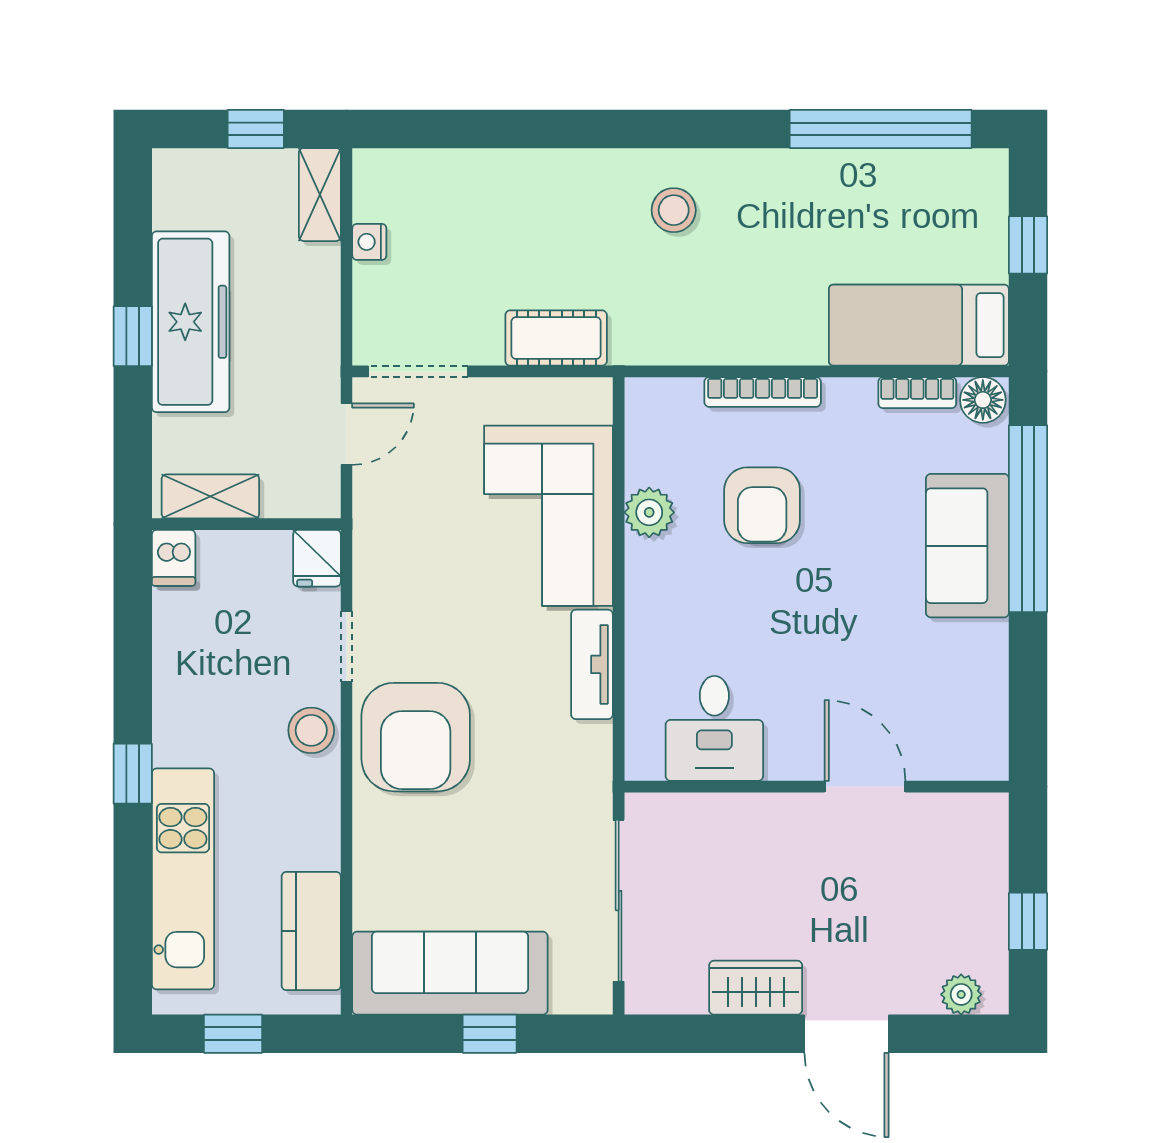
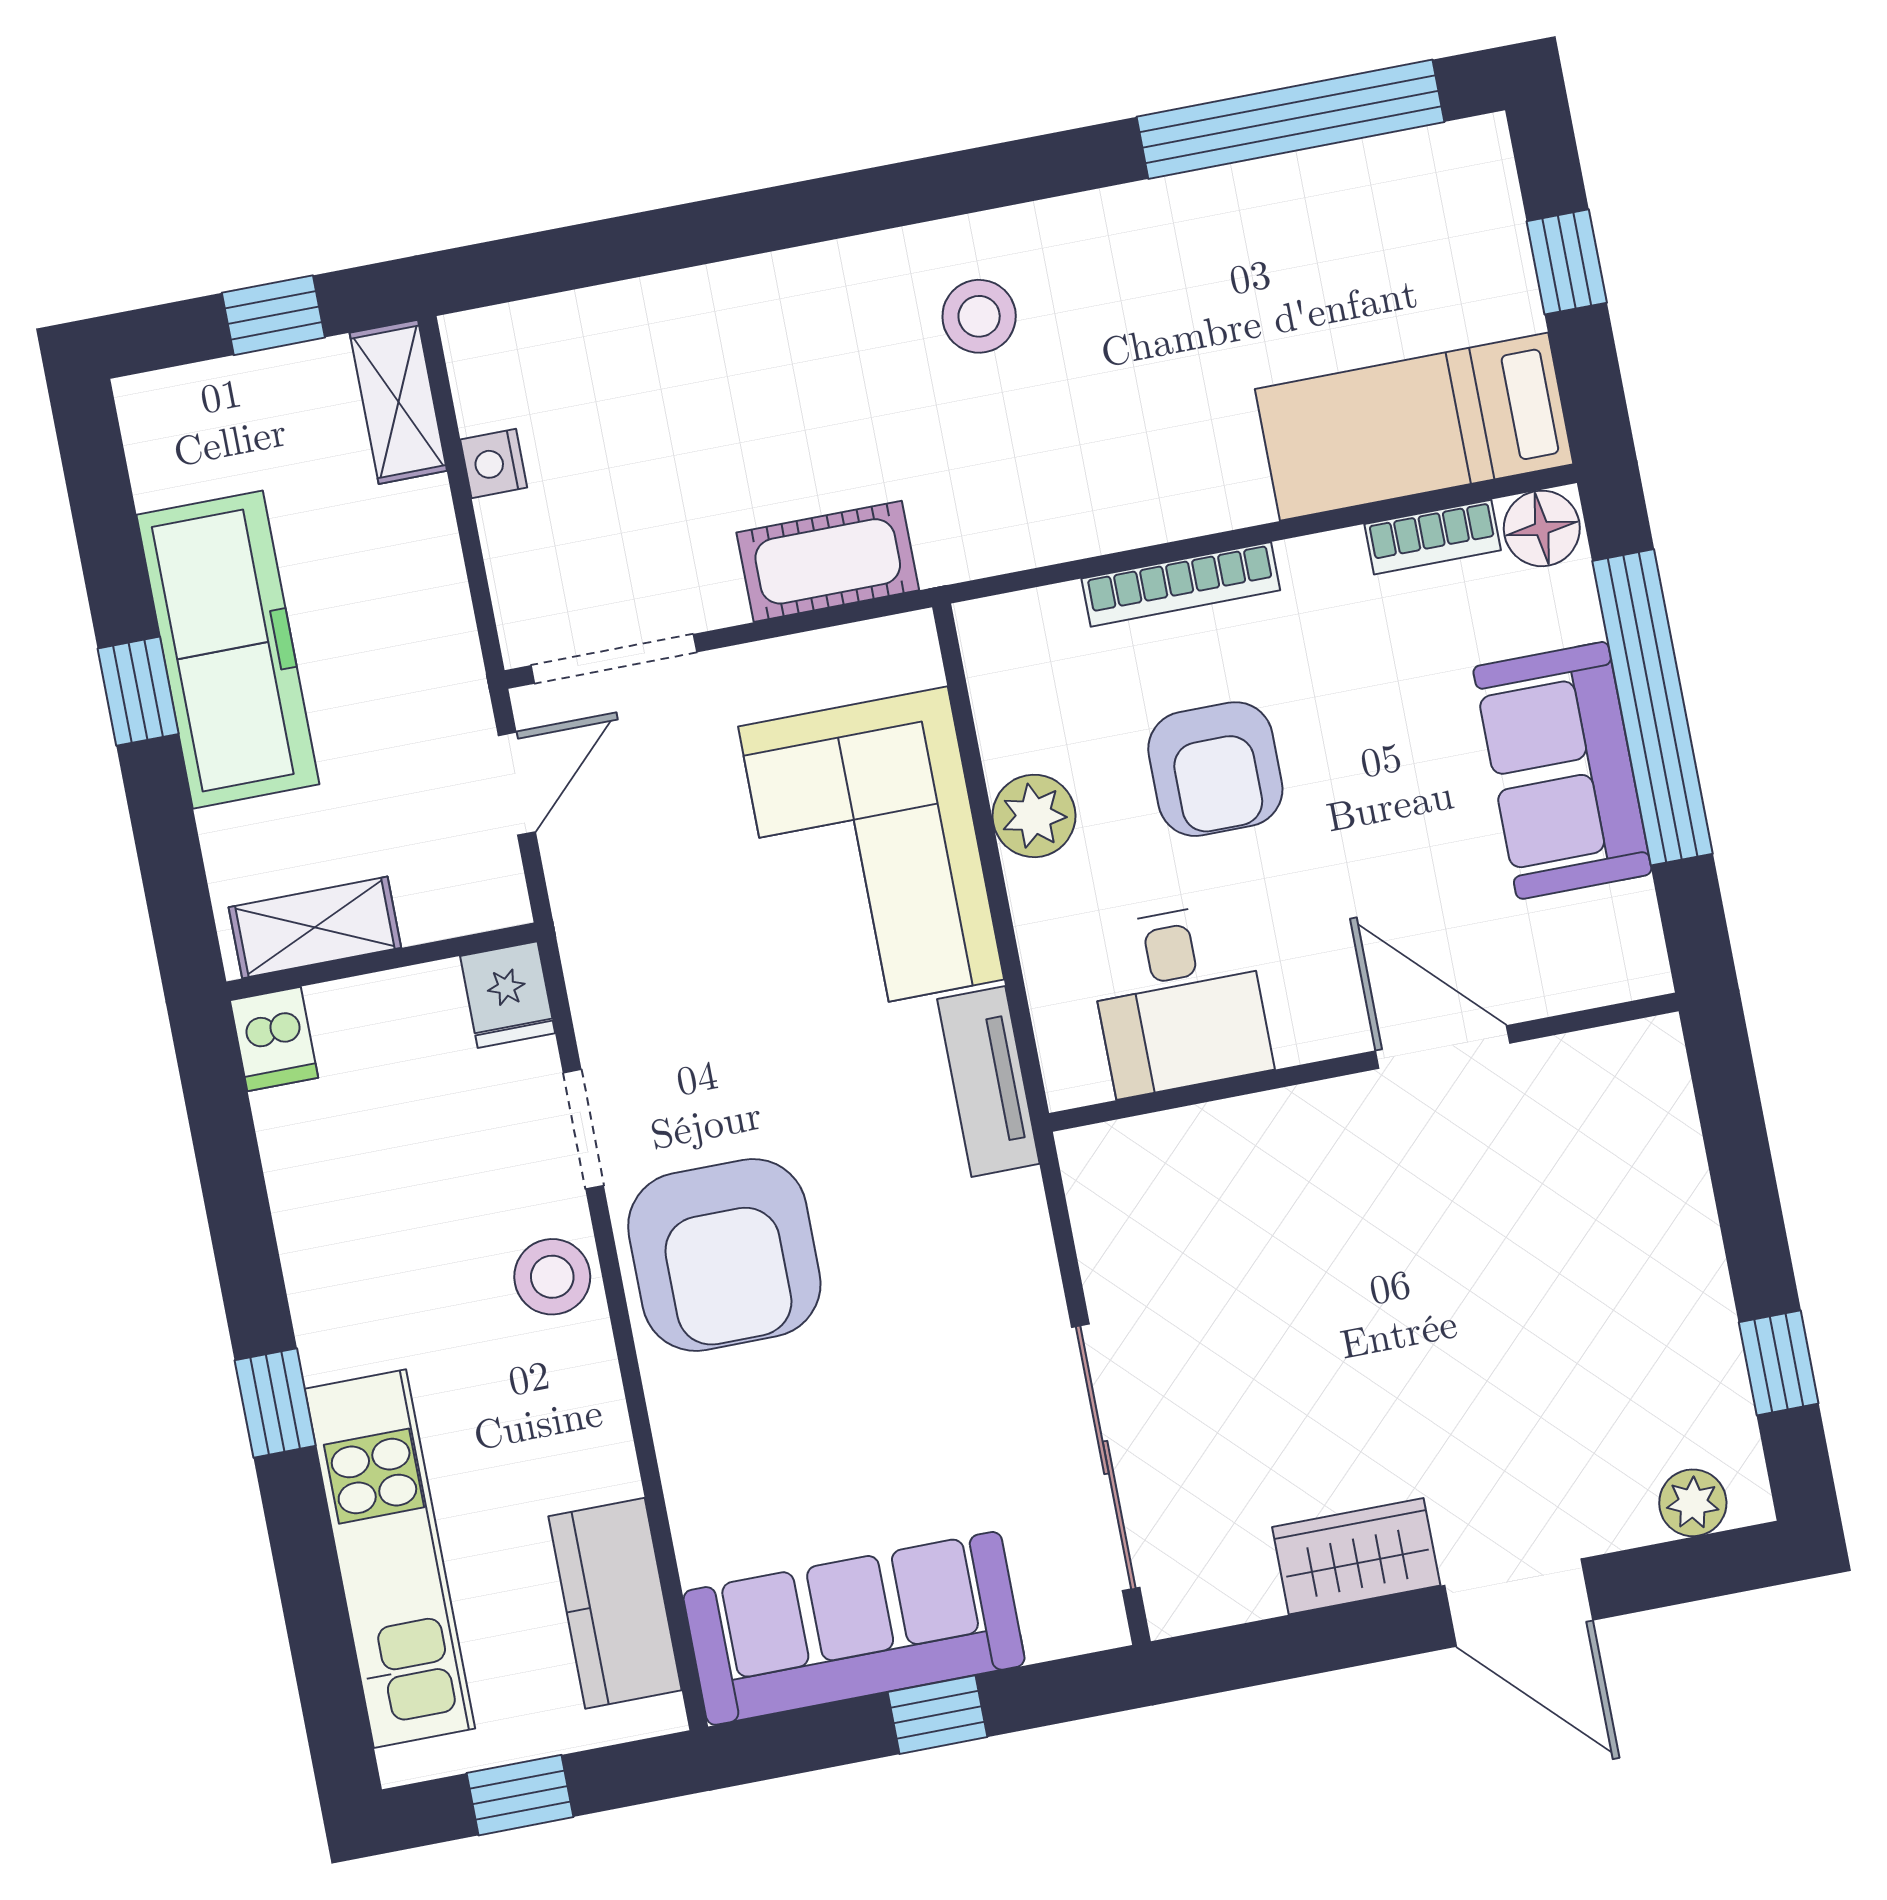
desk: (714, 728) -> (1179, 999), moved
wall: (817, 787) -> (1364, 1062), moved
door: (865, 787) -> (1443, 1047), moved

